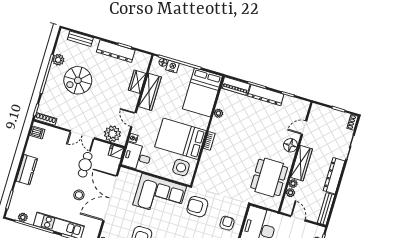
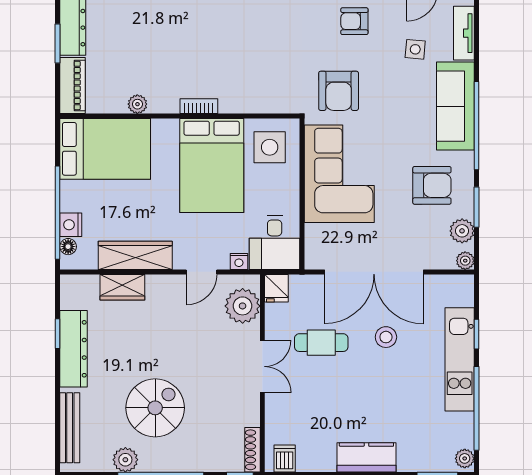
bench: (80, 39) -> (70, 428), width x1.36
spiral stairs: (78, 80) -> (155, 408), turned -90
plant: (23, 217) -> (465, 458), moved

